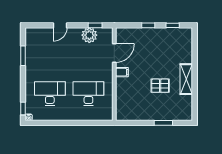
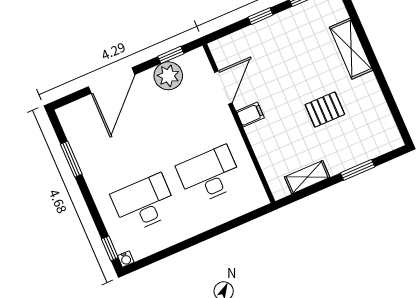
door: (60, 25) -> (112, 81), width x1.88
shelving: (186, 79) -> (351, 49), moved
shelving: (137, 116) -> (307, 177), added

